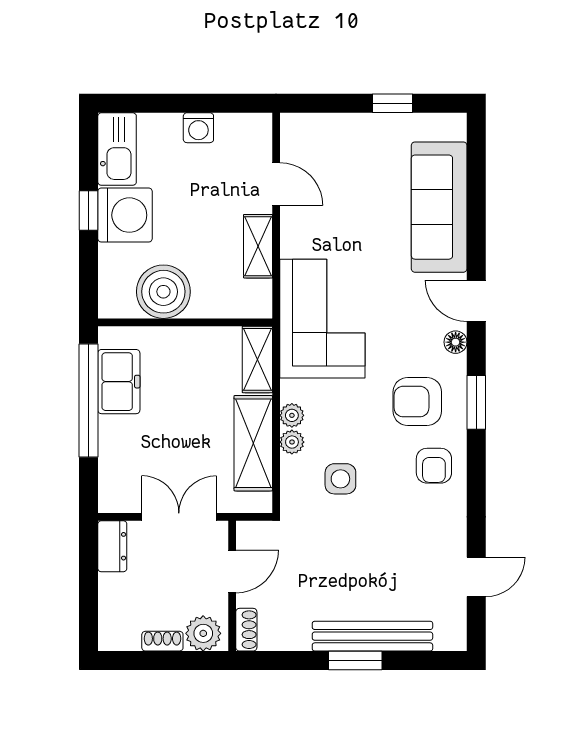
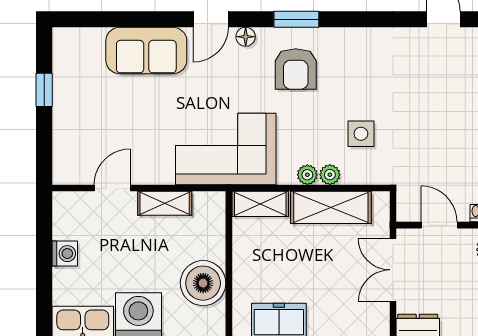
sofa: (439, 207) -> (146, 51), width x0.73
armchair: (434, 466) -> (350, 55), removed

